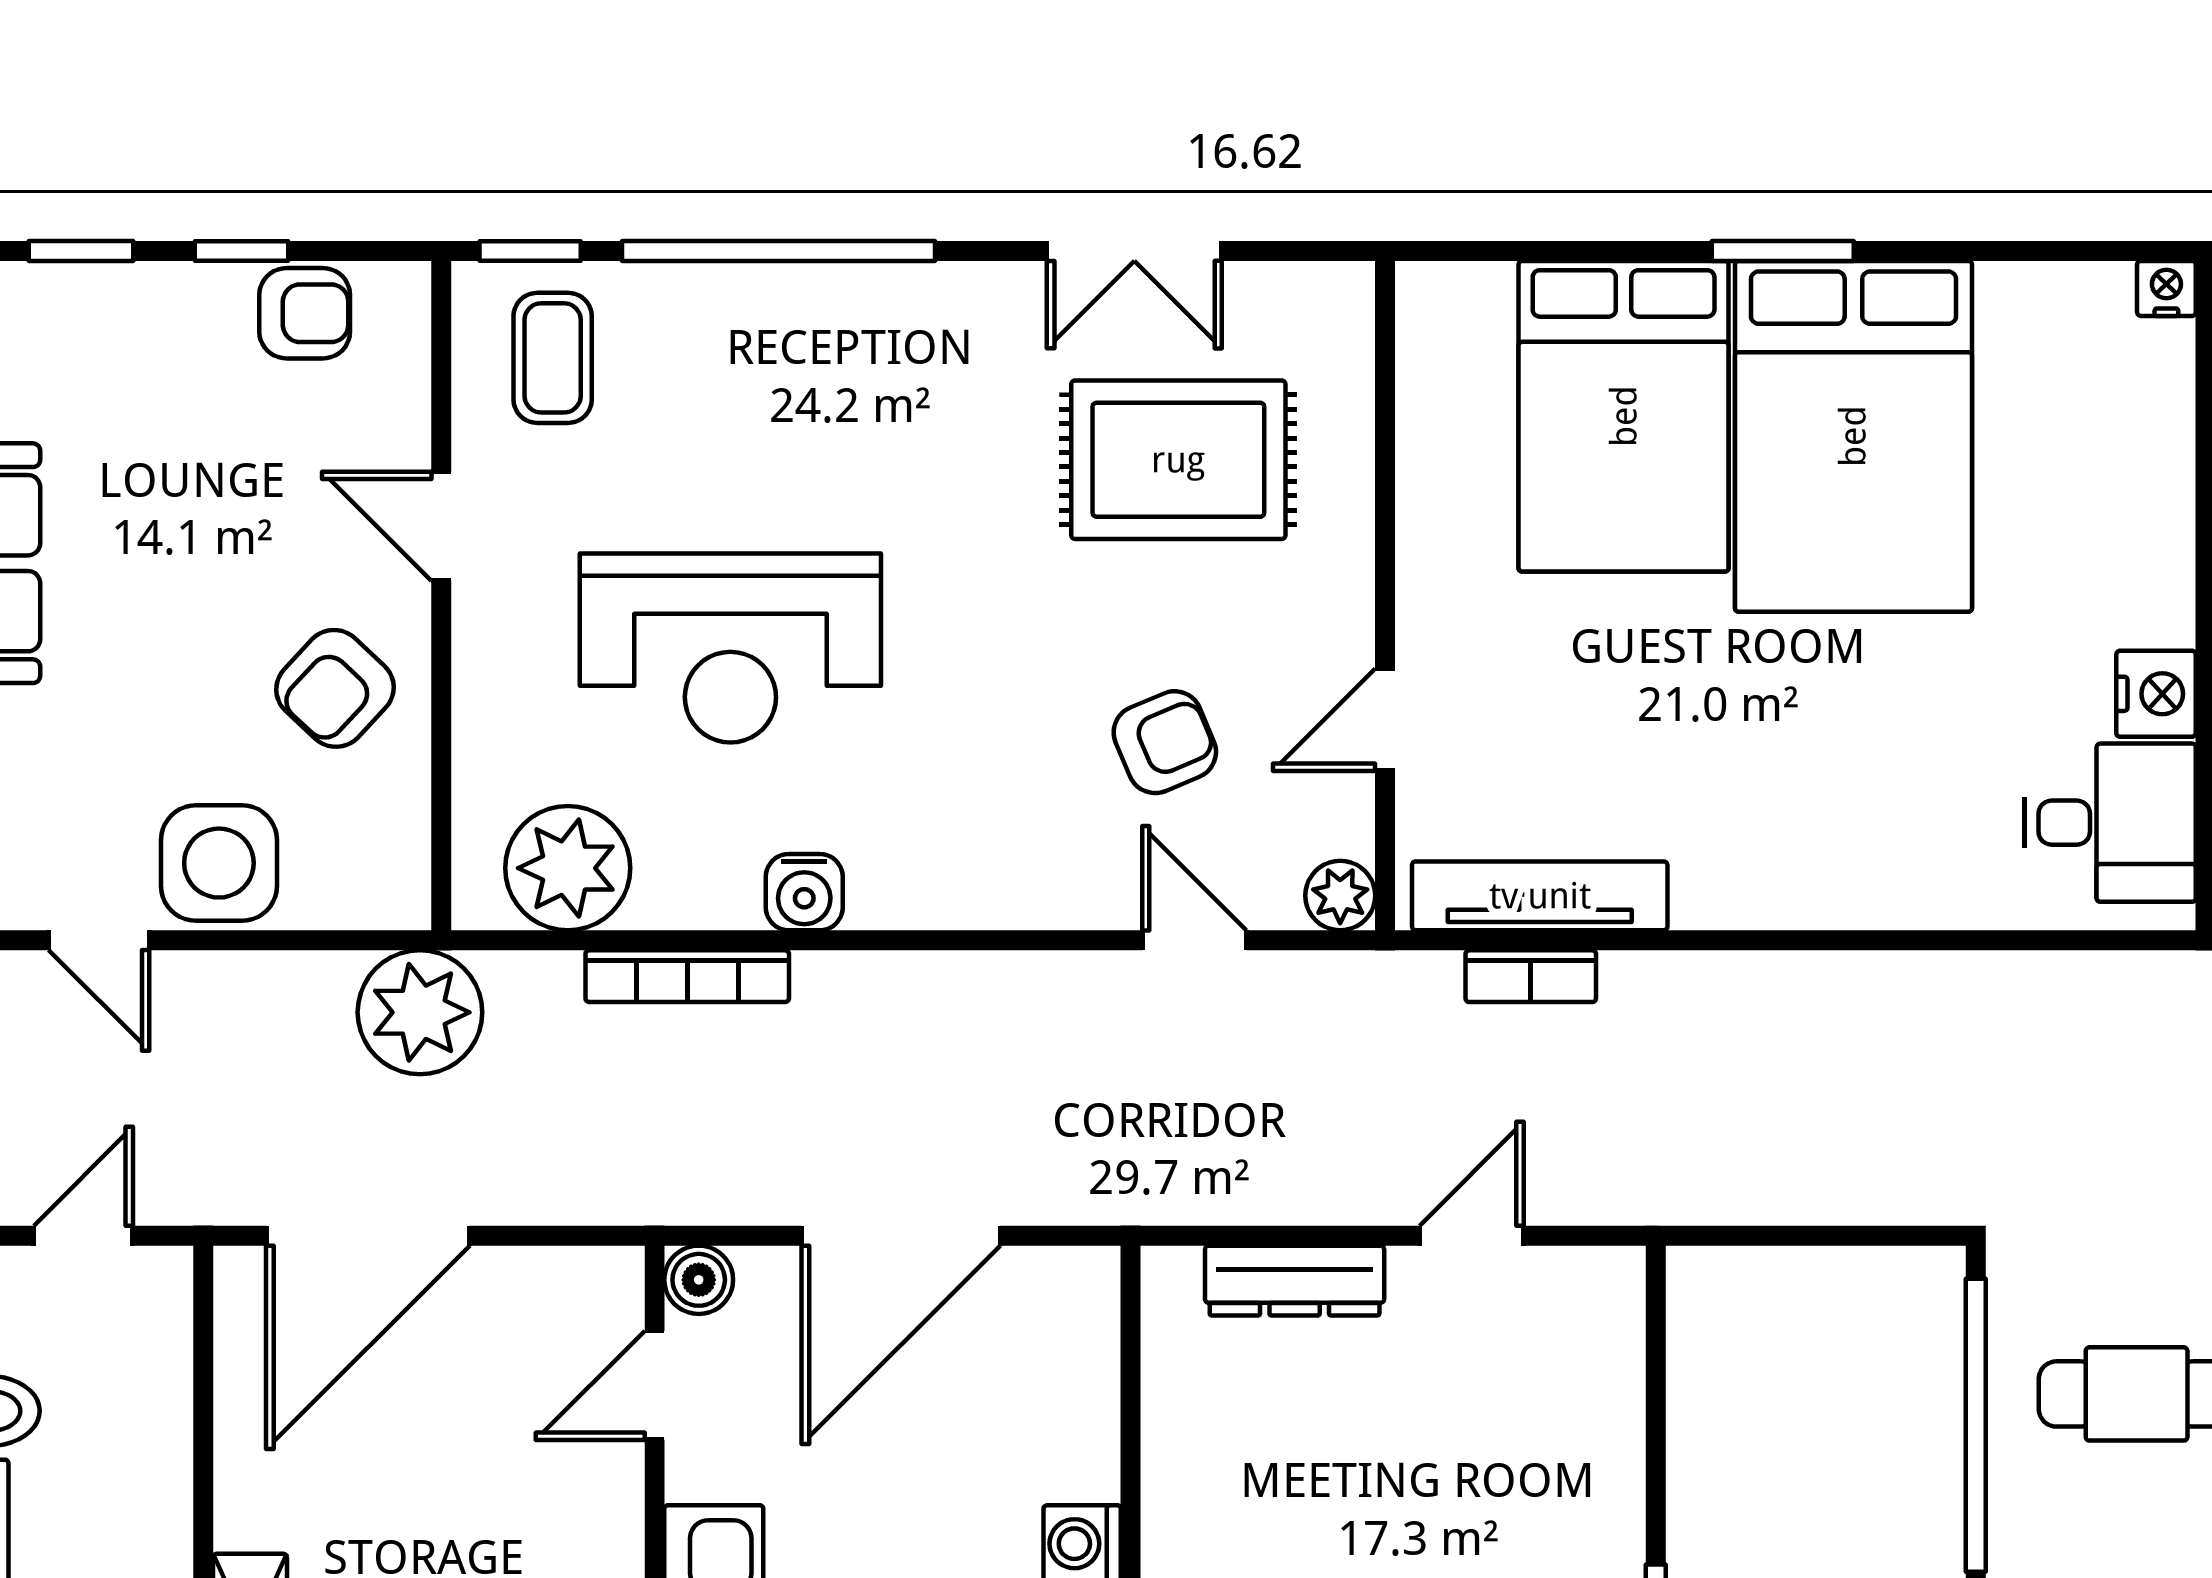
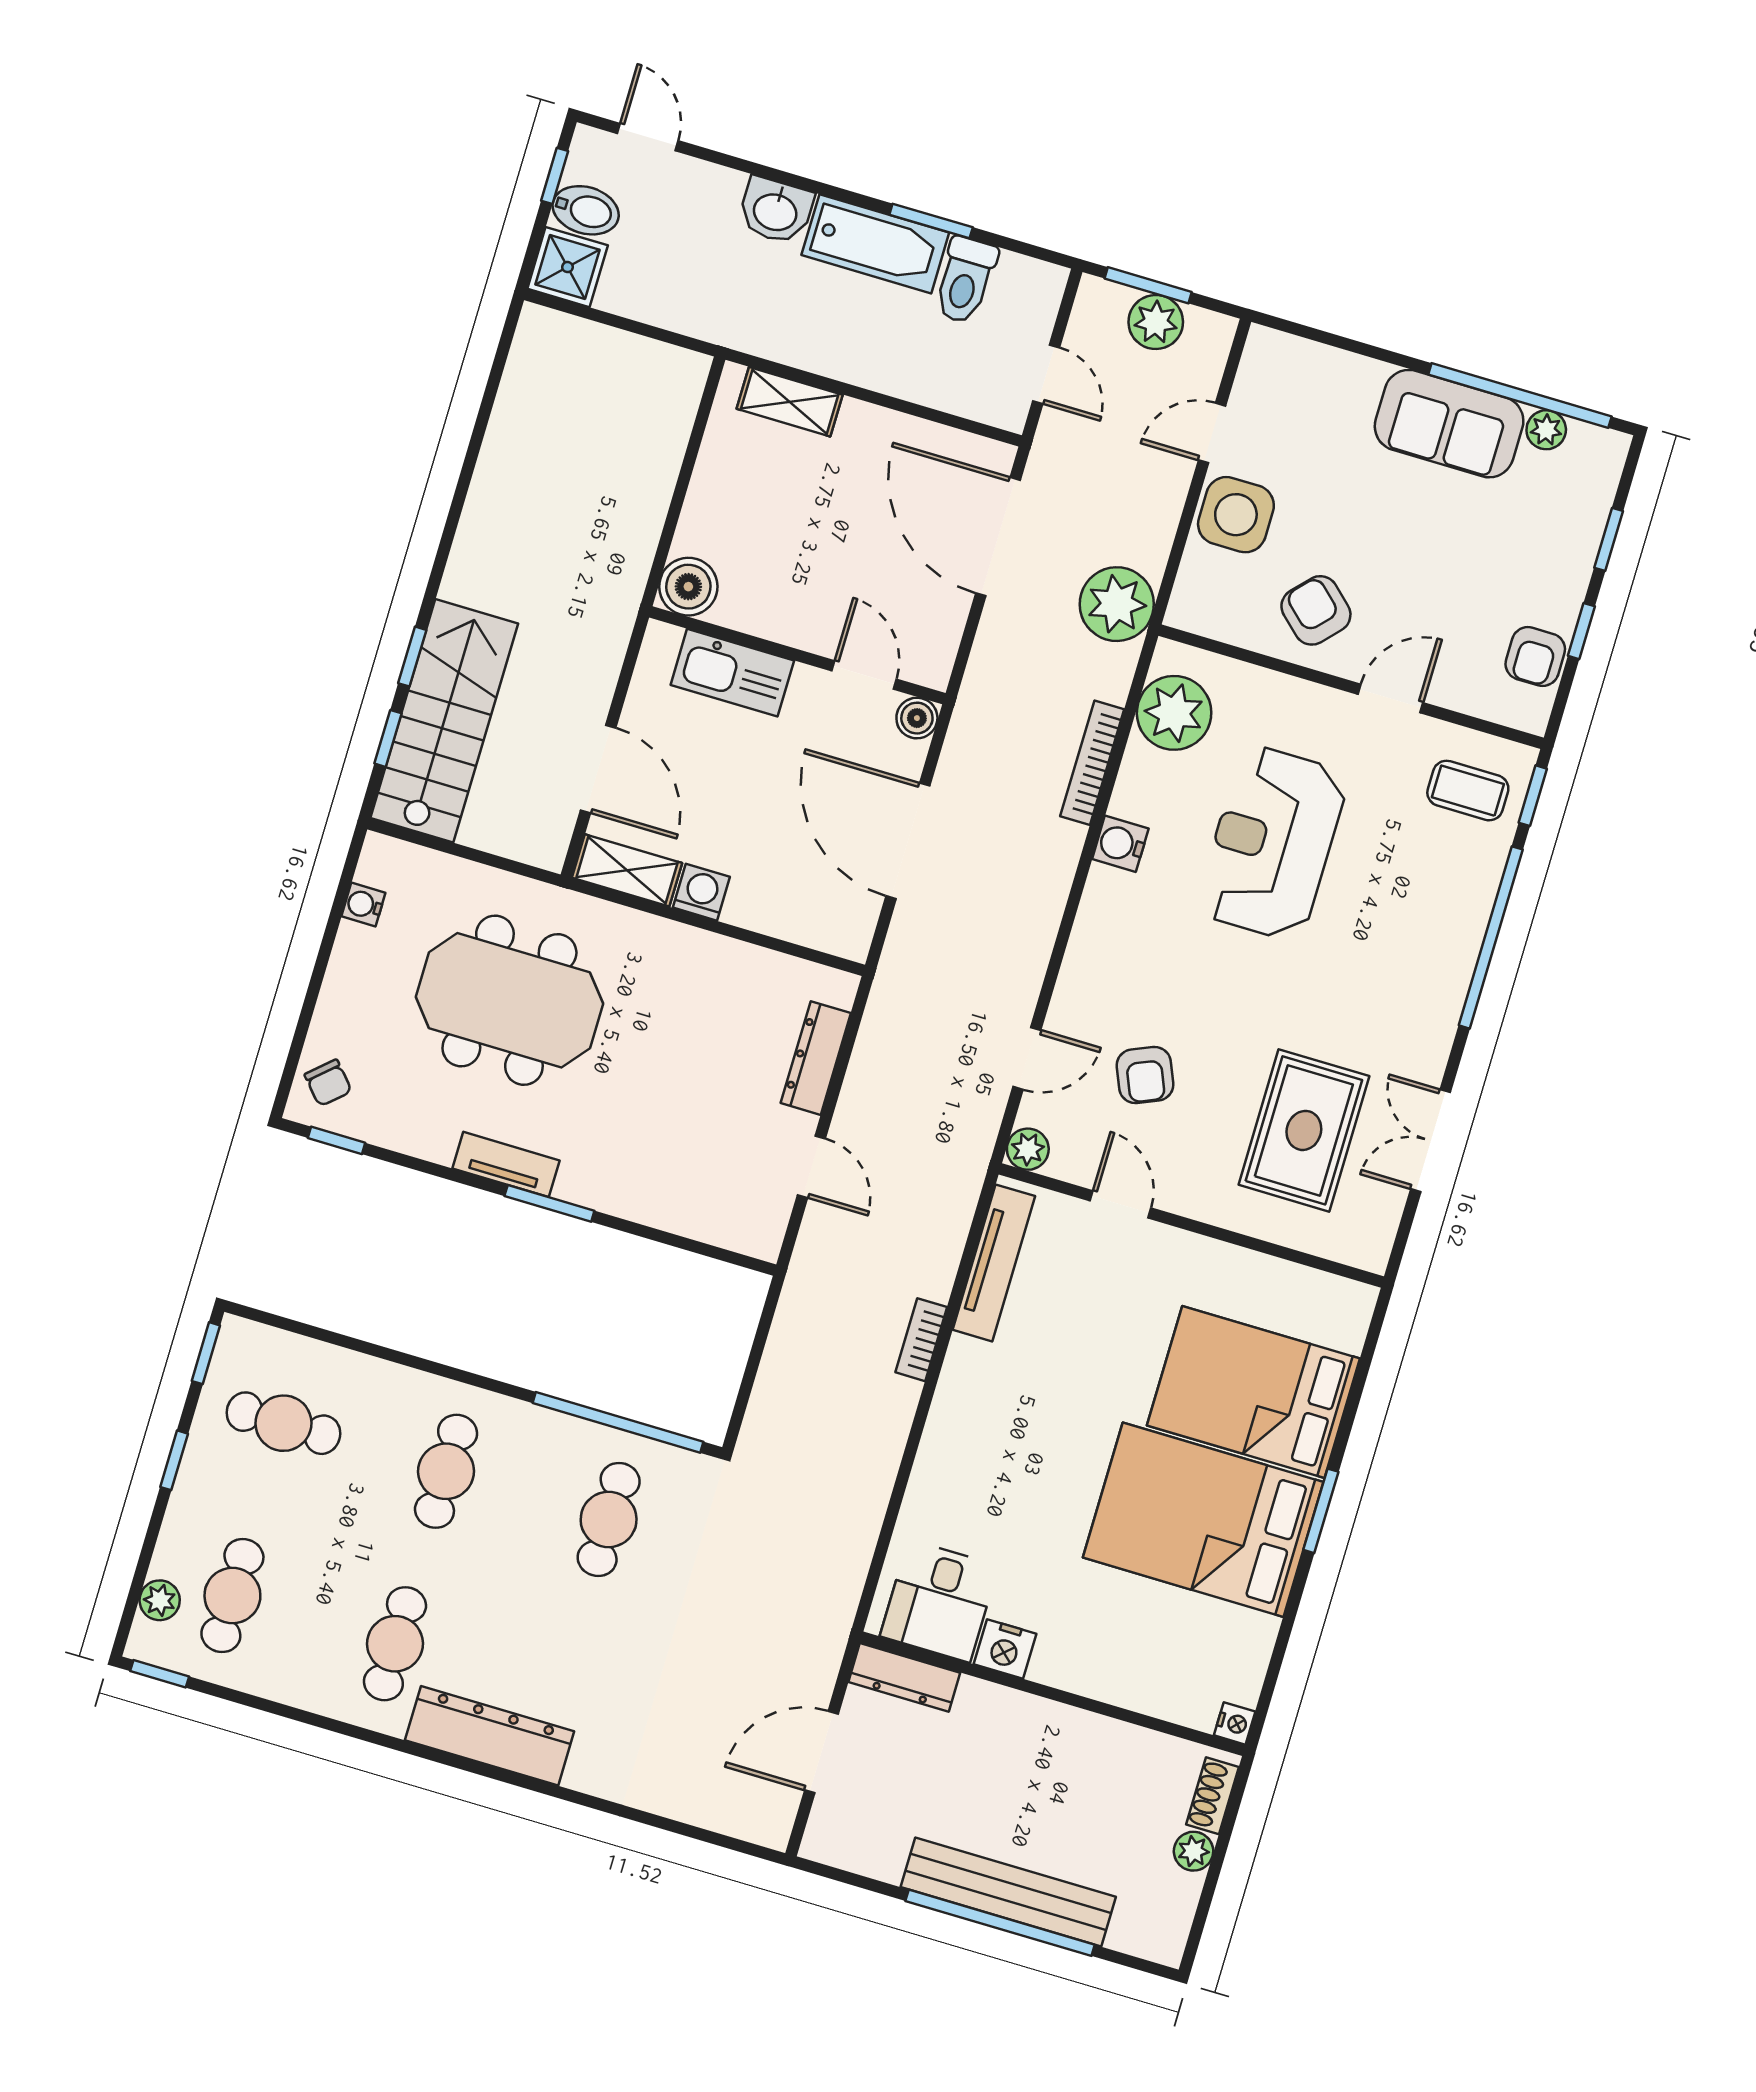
bookcase: (1531, 976) -> (921, 1340), moved

